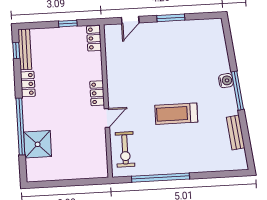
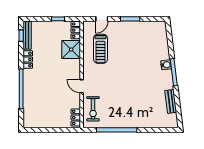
locker: (97, 93) -> (76, 117), moved
treadmill: (176, 114) -> (100, 49), moved, turned -90
door: (107, 118) -> (82, 86), swing flipped
shower: (38, 144) -> (71, 49), moved

